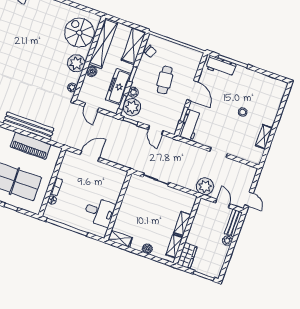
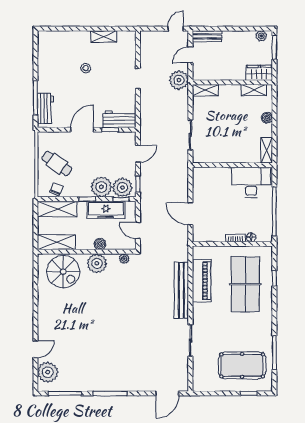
spiral stairs: (79, 33) -> (63, 272), turned -90
shelving: (103, 43) -> (56, 242), width x0.68
cafe table: (165, 80) -> (57, 164), moved, turned 41
plant: (133, 92) -> (101, 187), width x1.87, depth x1.87
door: (91, 107) -> (138, 231), swing flipped
desk: (100, 212) -> (251, 182), width x1.37
shelving: (182, 224) -> (205, 90), moved
plant: (227, 241) -> (261, 36), moved

